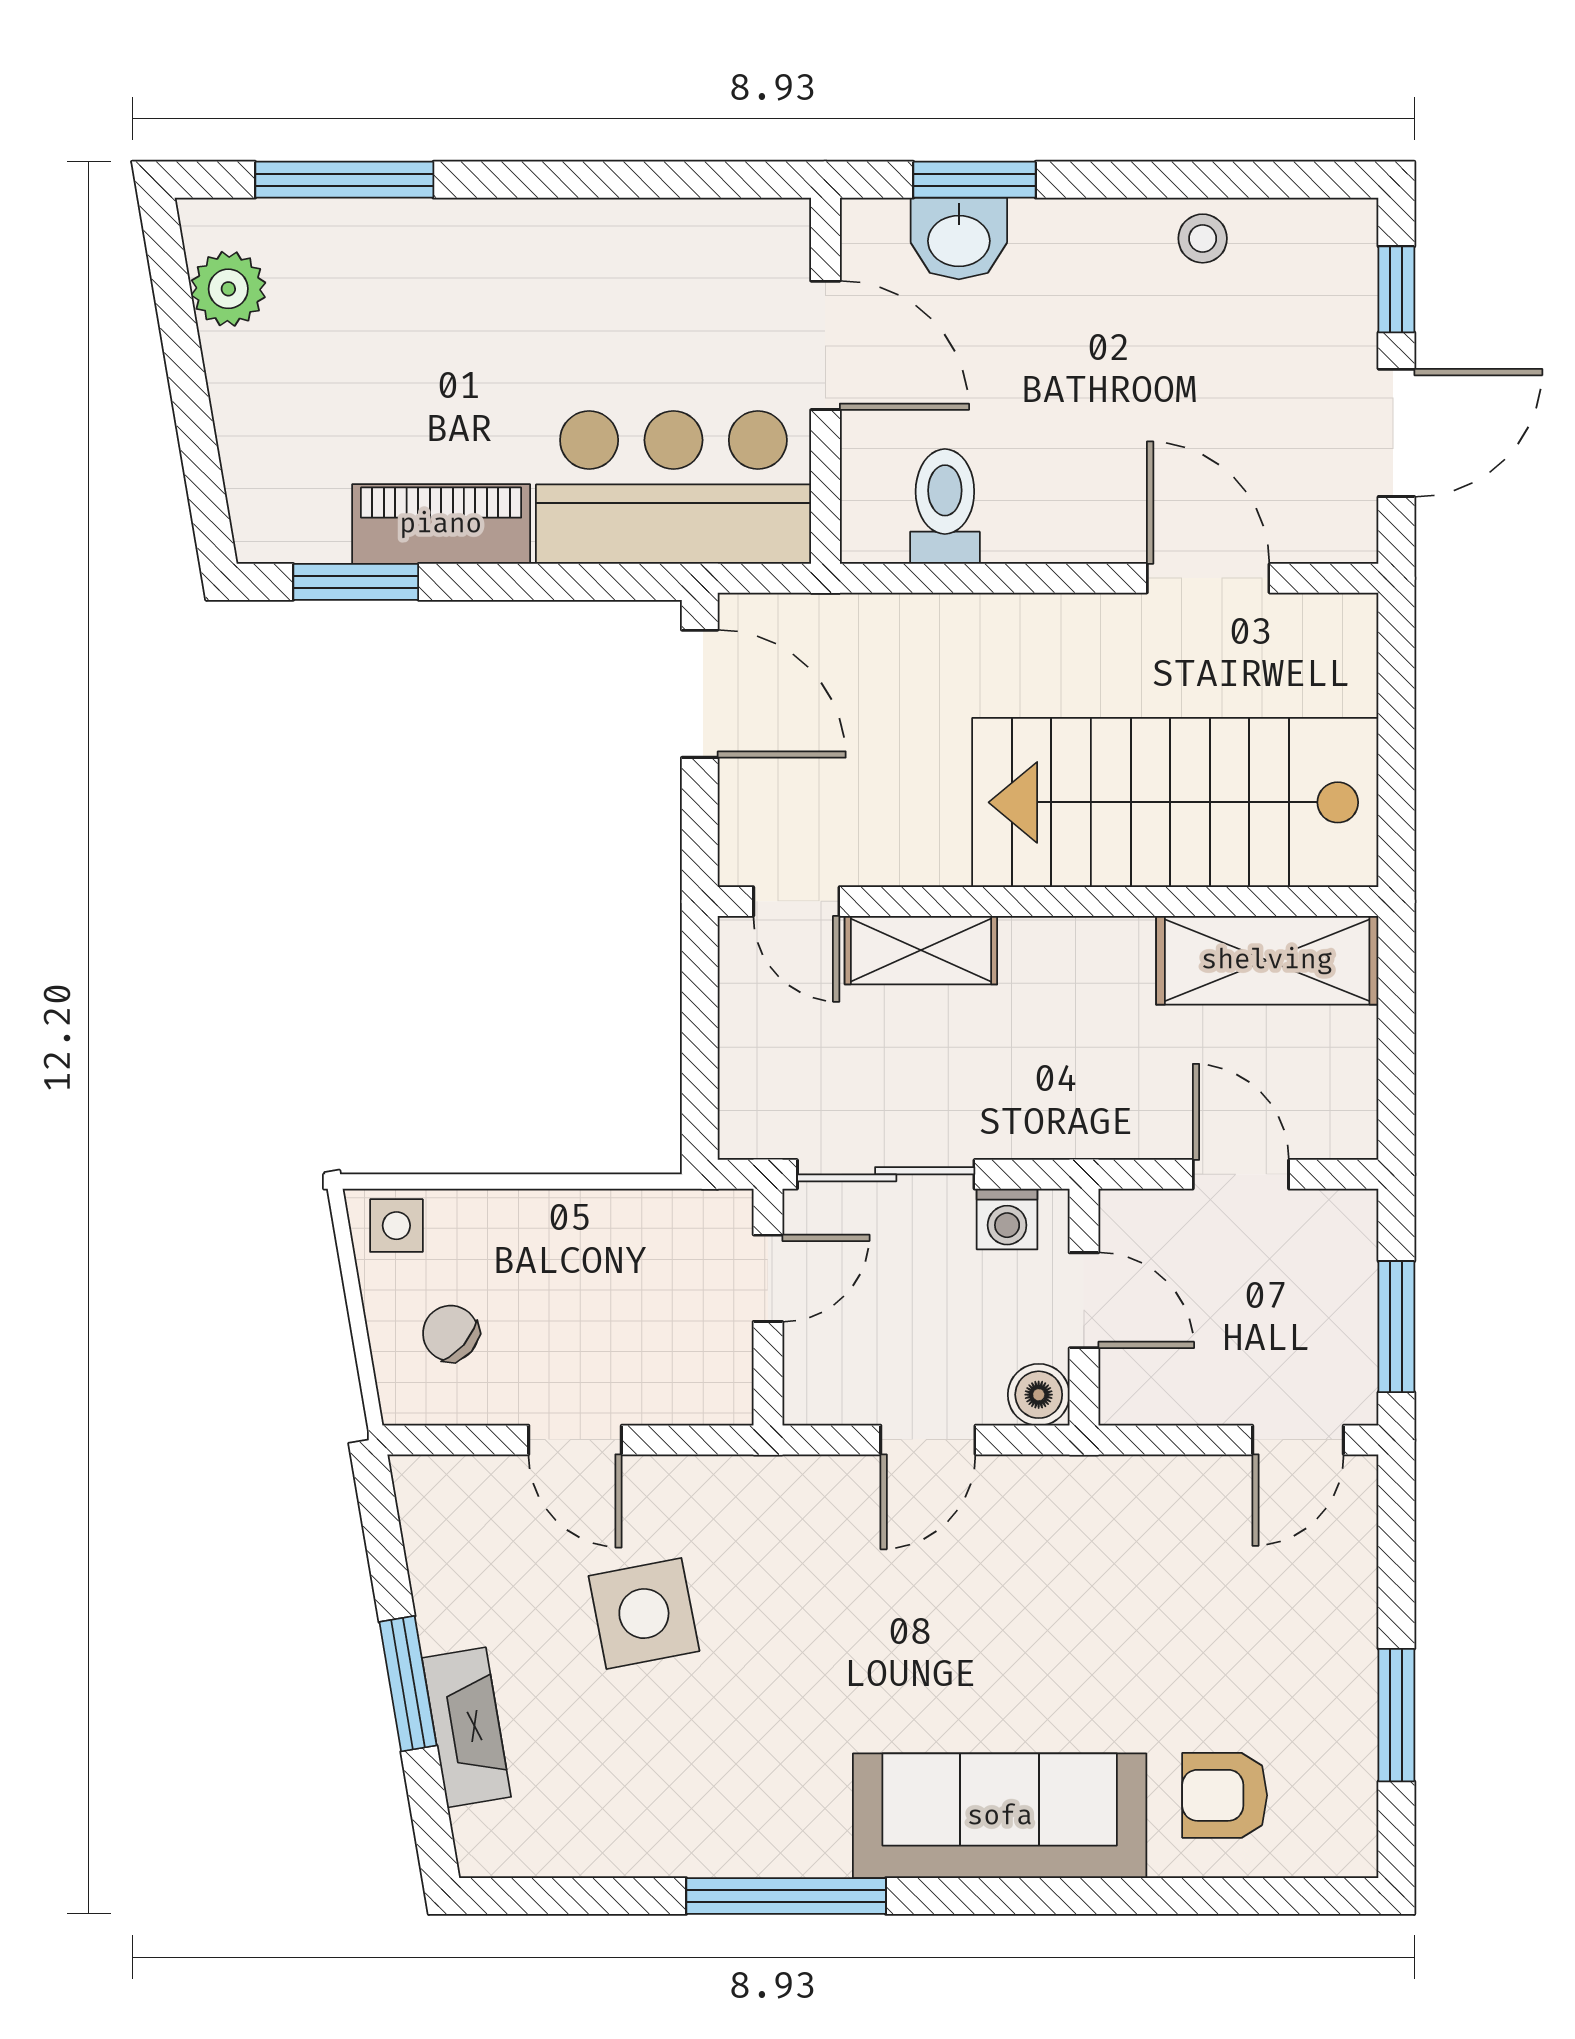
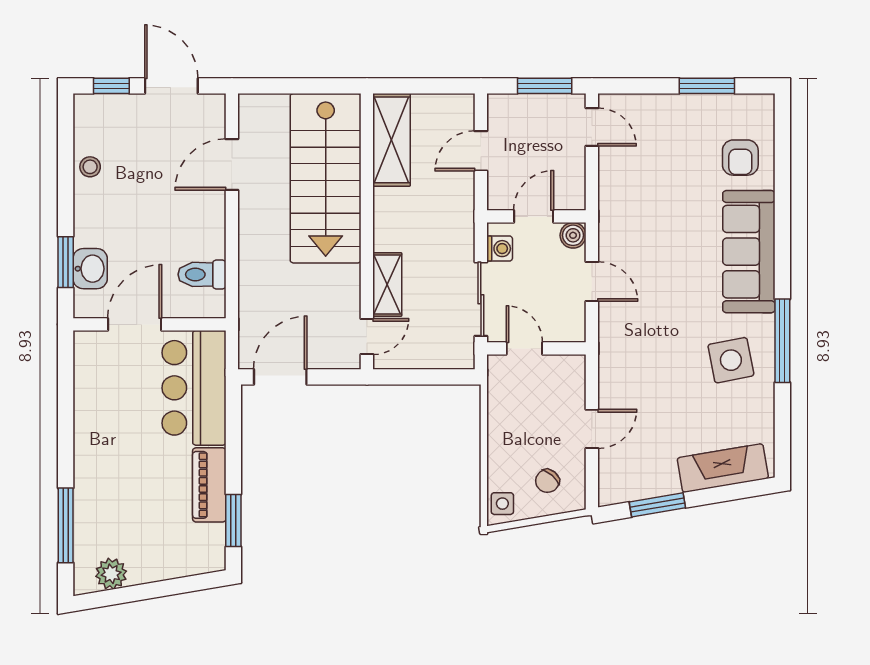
side table: (644, 1614) -> (731, 360), moved
window: (408, 1684) -> (657, 505), moved
fireplace: (466, 1727) -> (723, 468), width x1.37, depth x1.32

